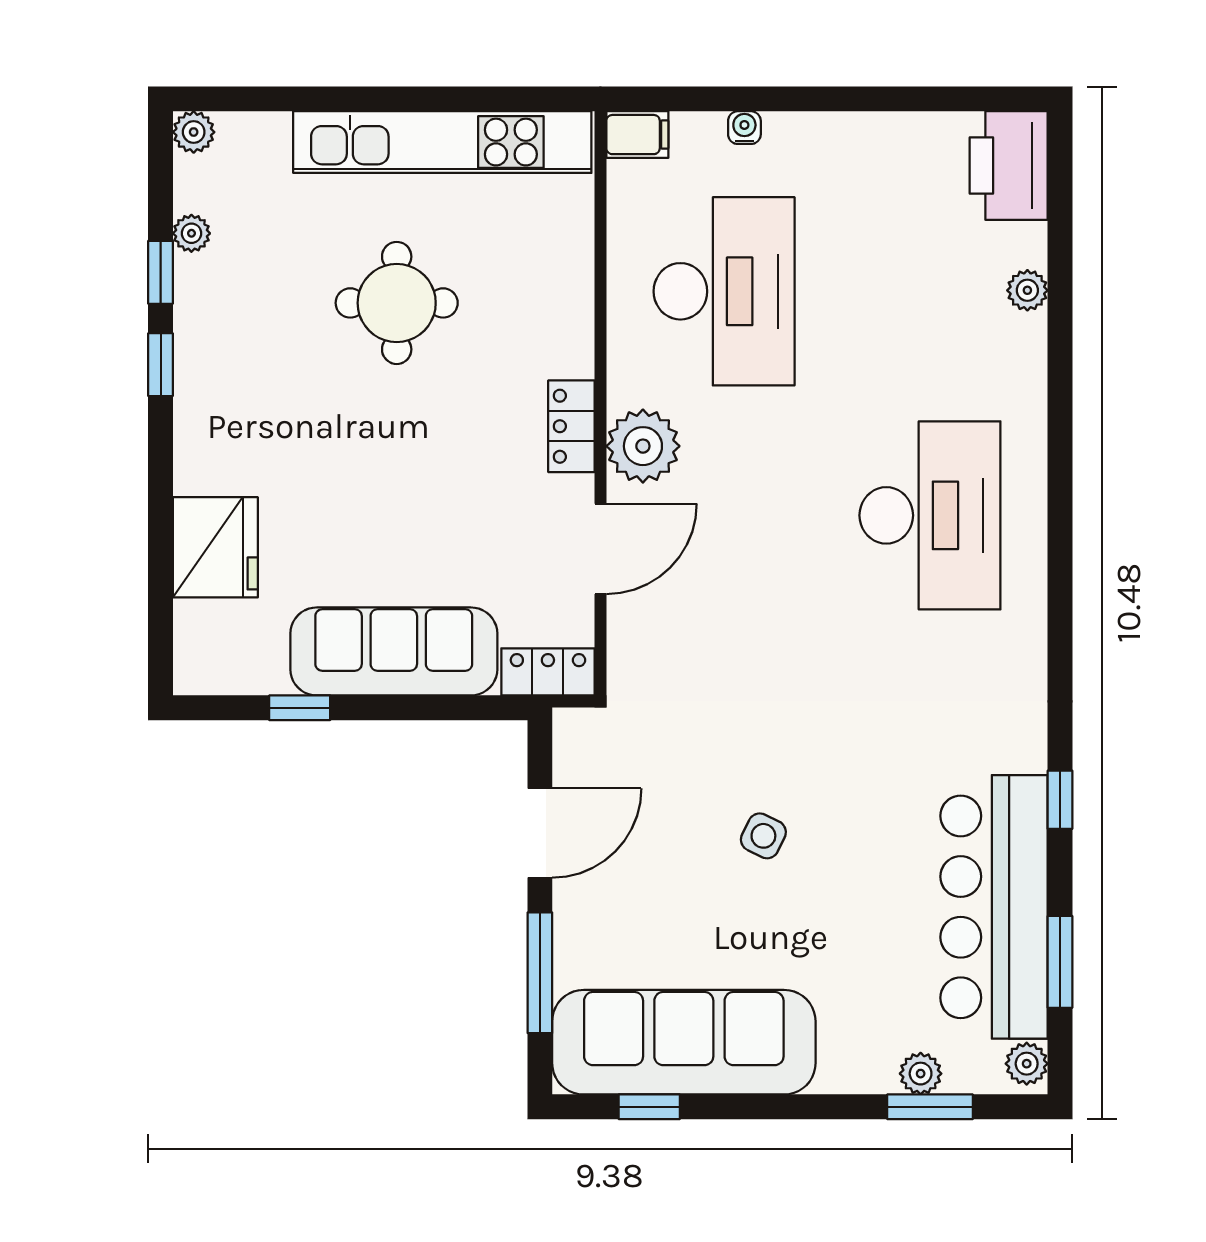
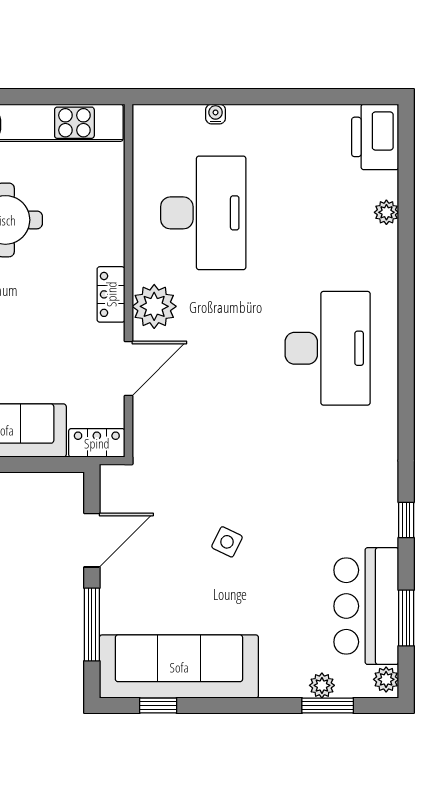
filing cabinet: (637, 135) -> (151, 118), removed
bar counter: (994, 907) -> (366, 606), width x0.73

